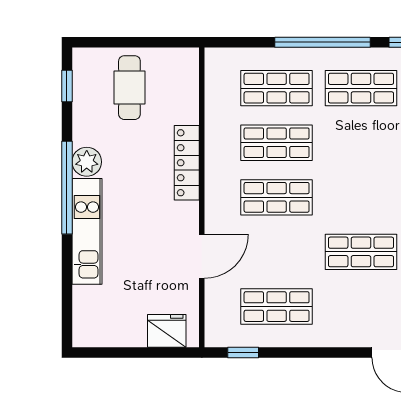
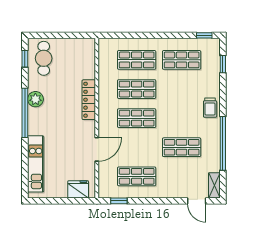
window: (322, 42) -> (161, 35), removed
cafe table: (129, 88) -> (44, 58), moved
kitchen unit: (87, 231) -> (36, 164), moved

